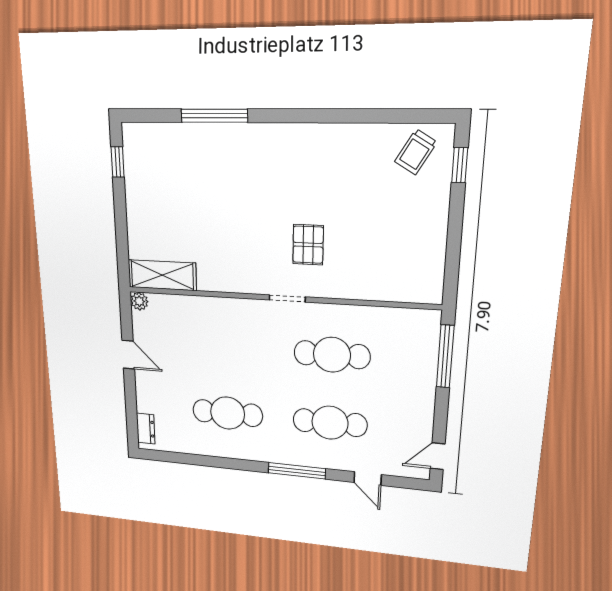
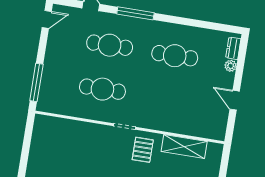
pallet: (308, 245) -> (143, 150), moved
shelving: (162, 275) -> (184, 146), moved
plant: (139, 301) -> (231, 66), moved

